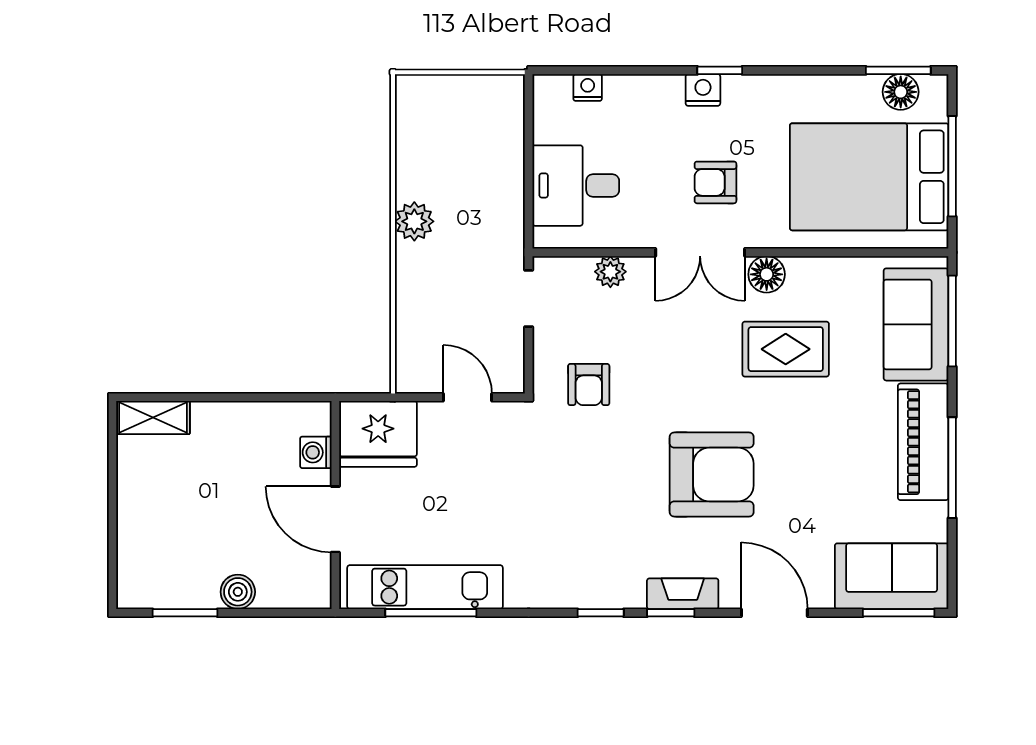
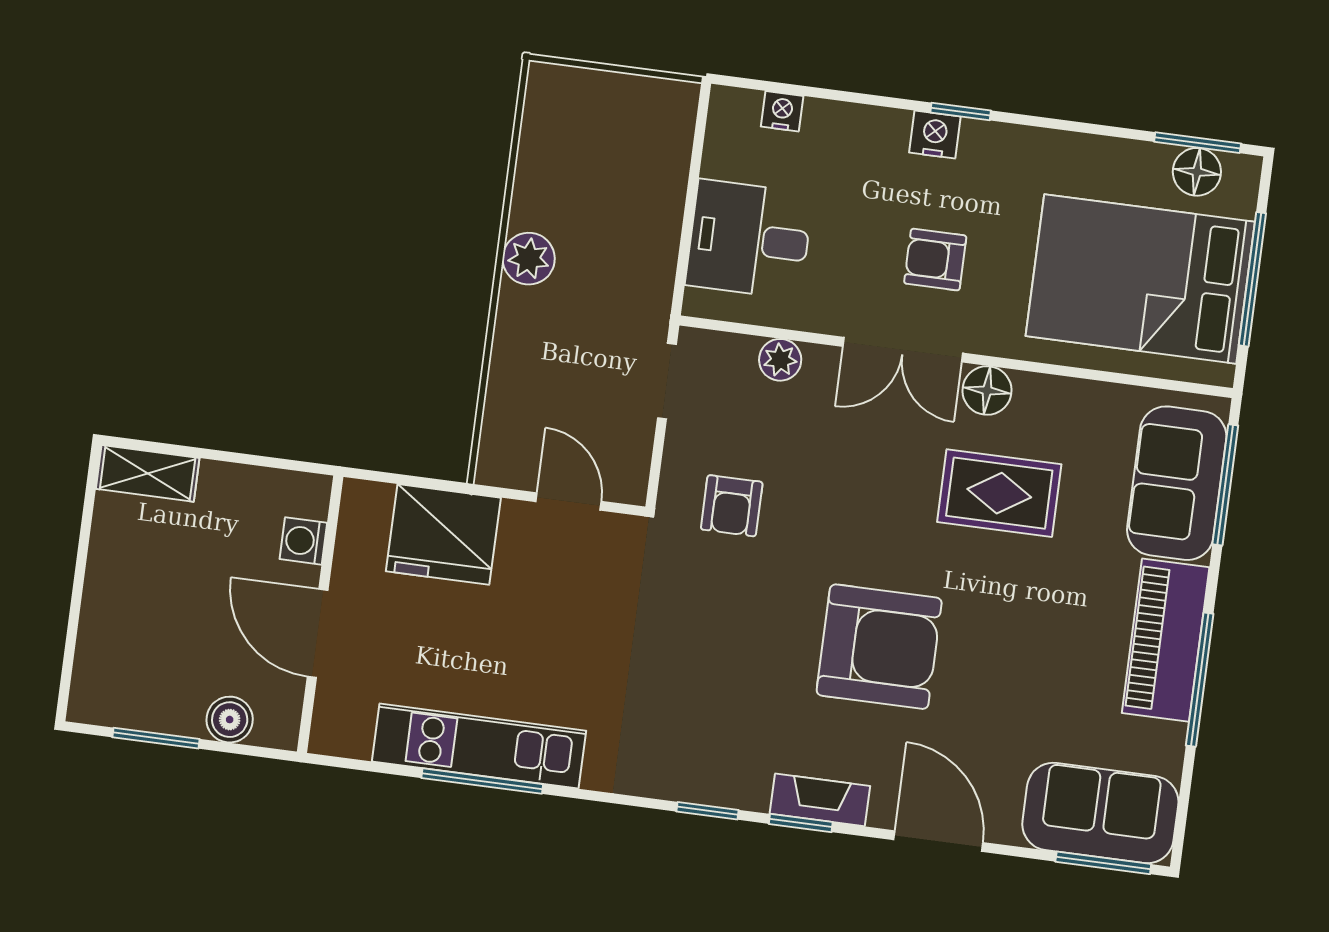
washing machine: (316, 452) -> (303, 541), moved
wall: (335, 505) -> (320, 614), moved
door: (335, 519) -> (318, 633), moved

